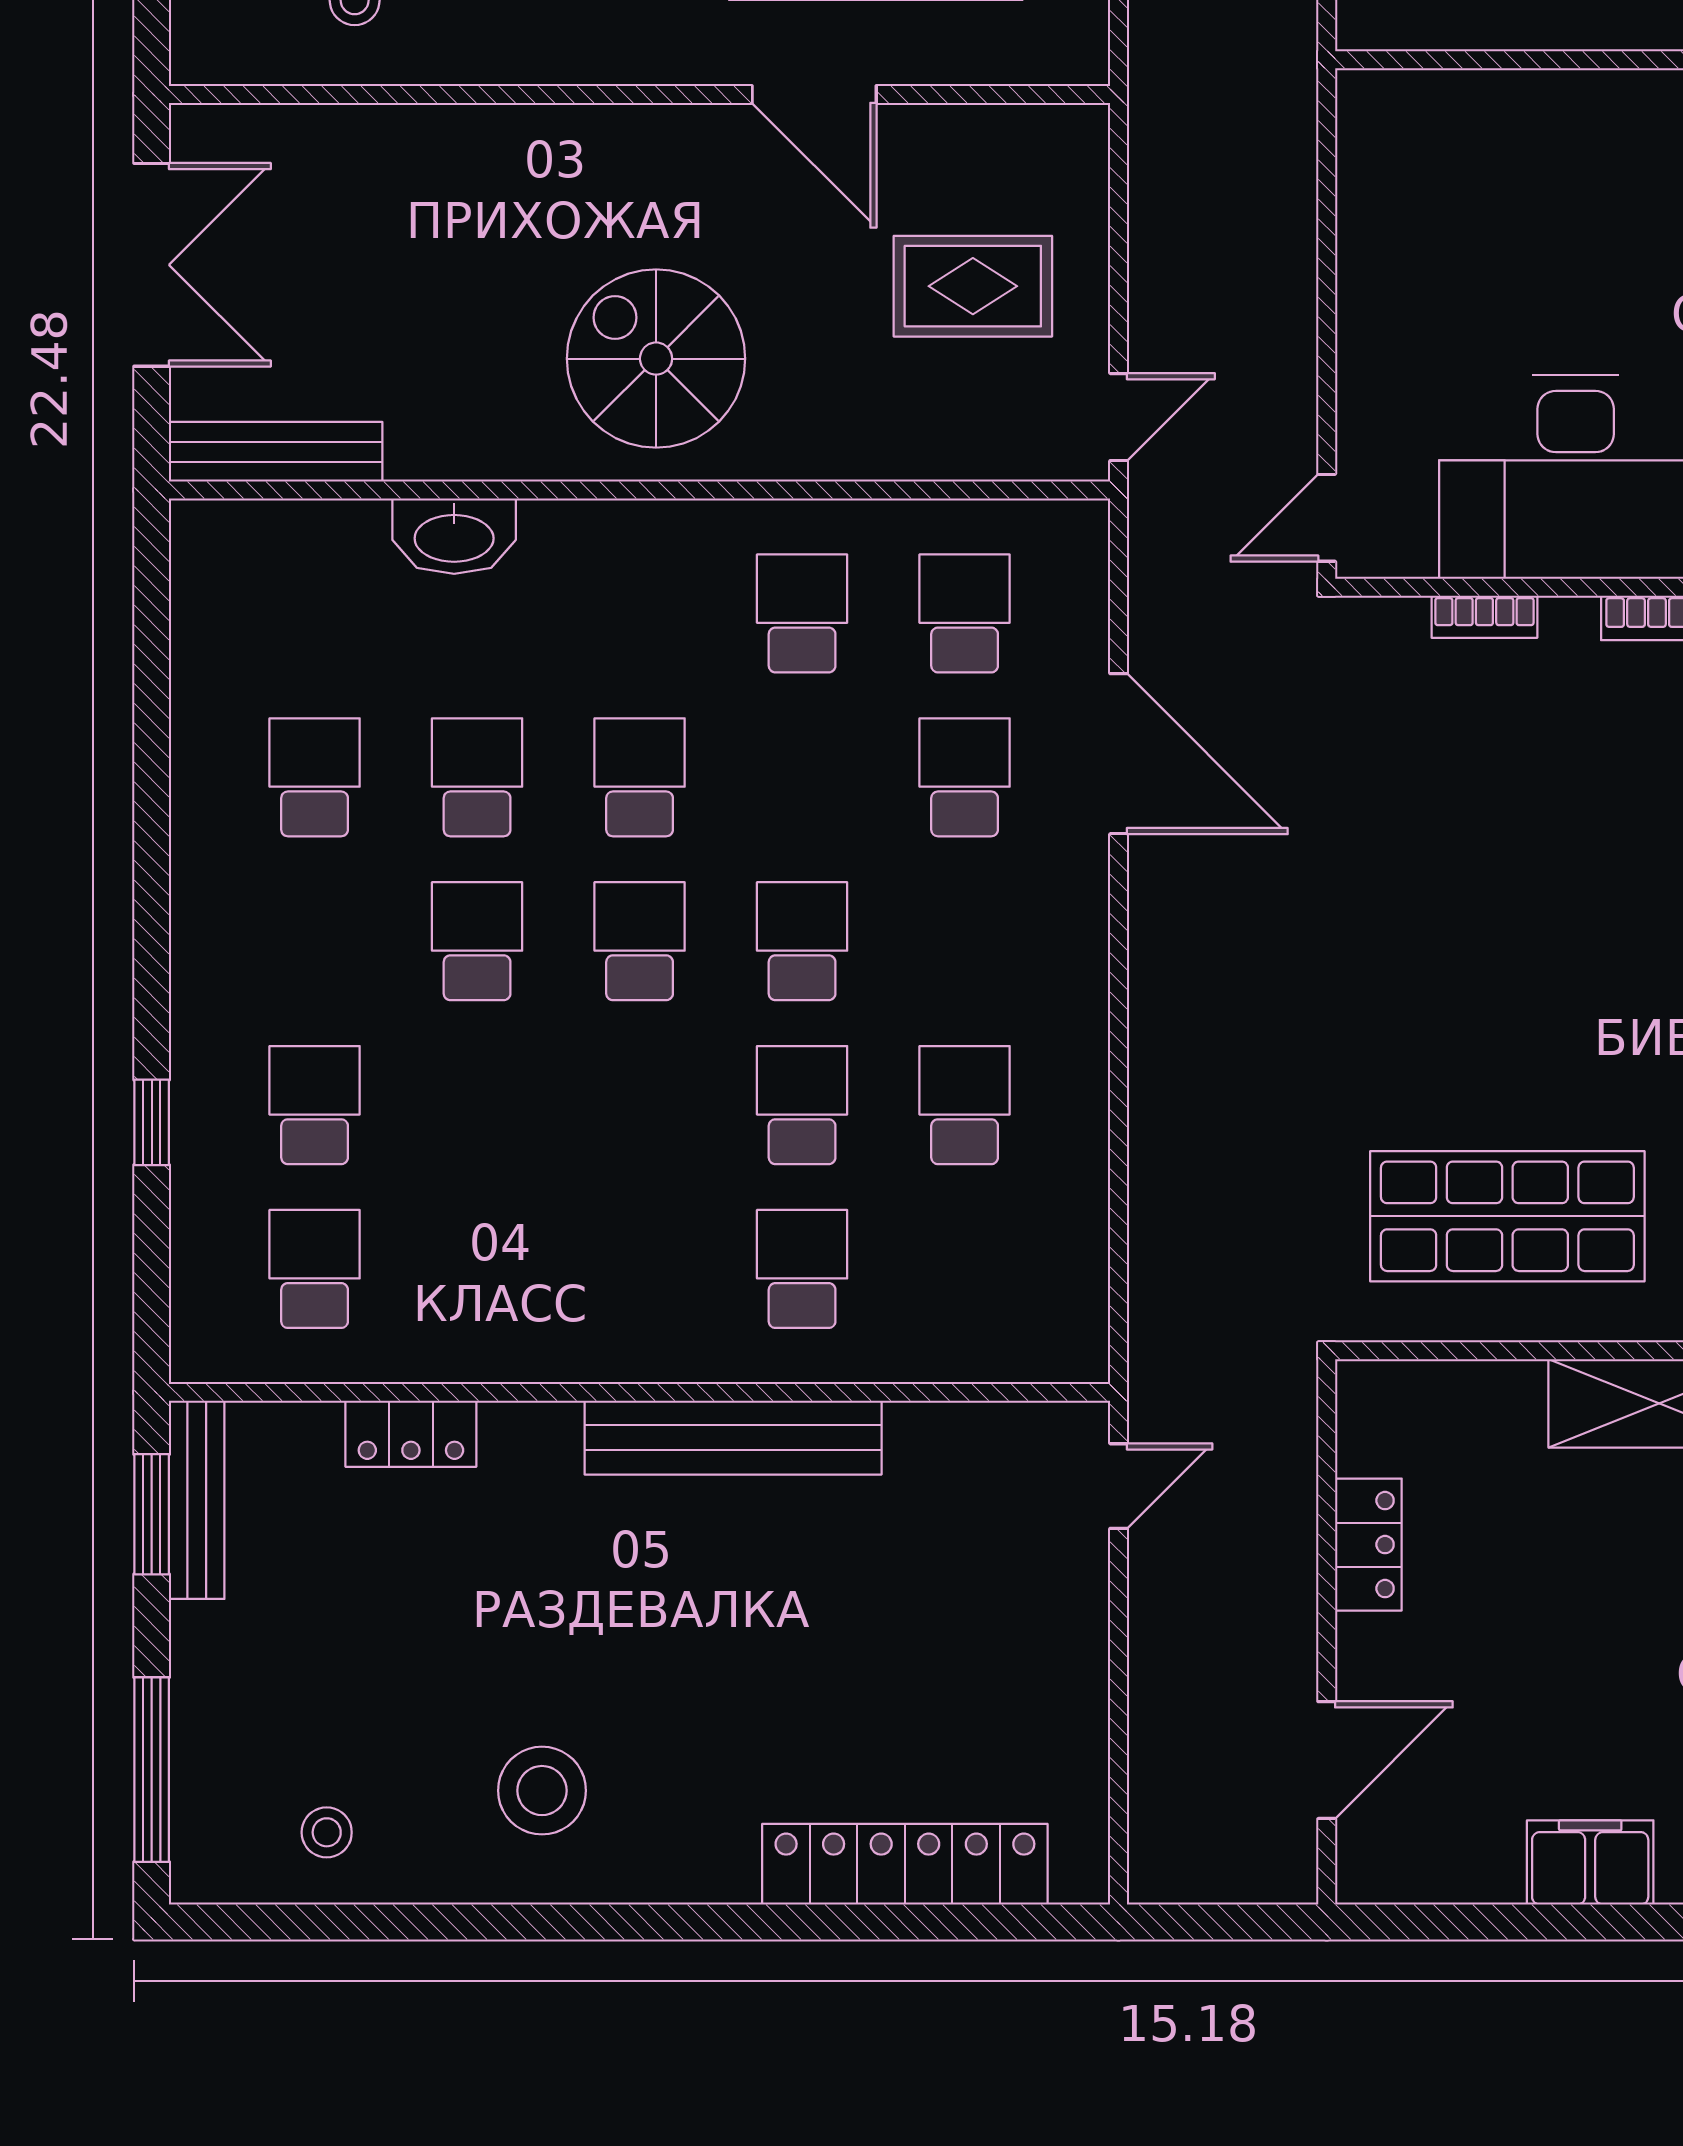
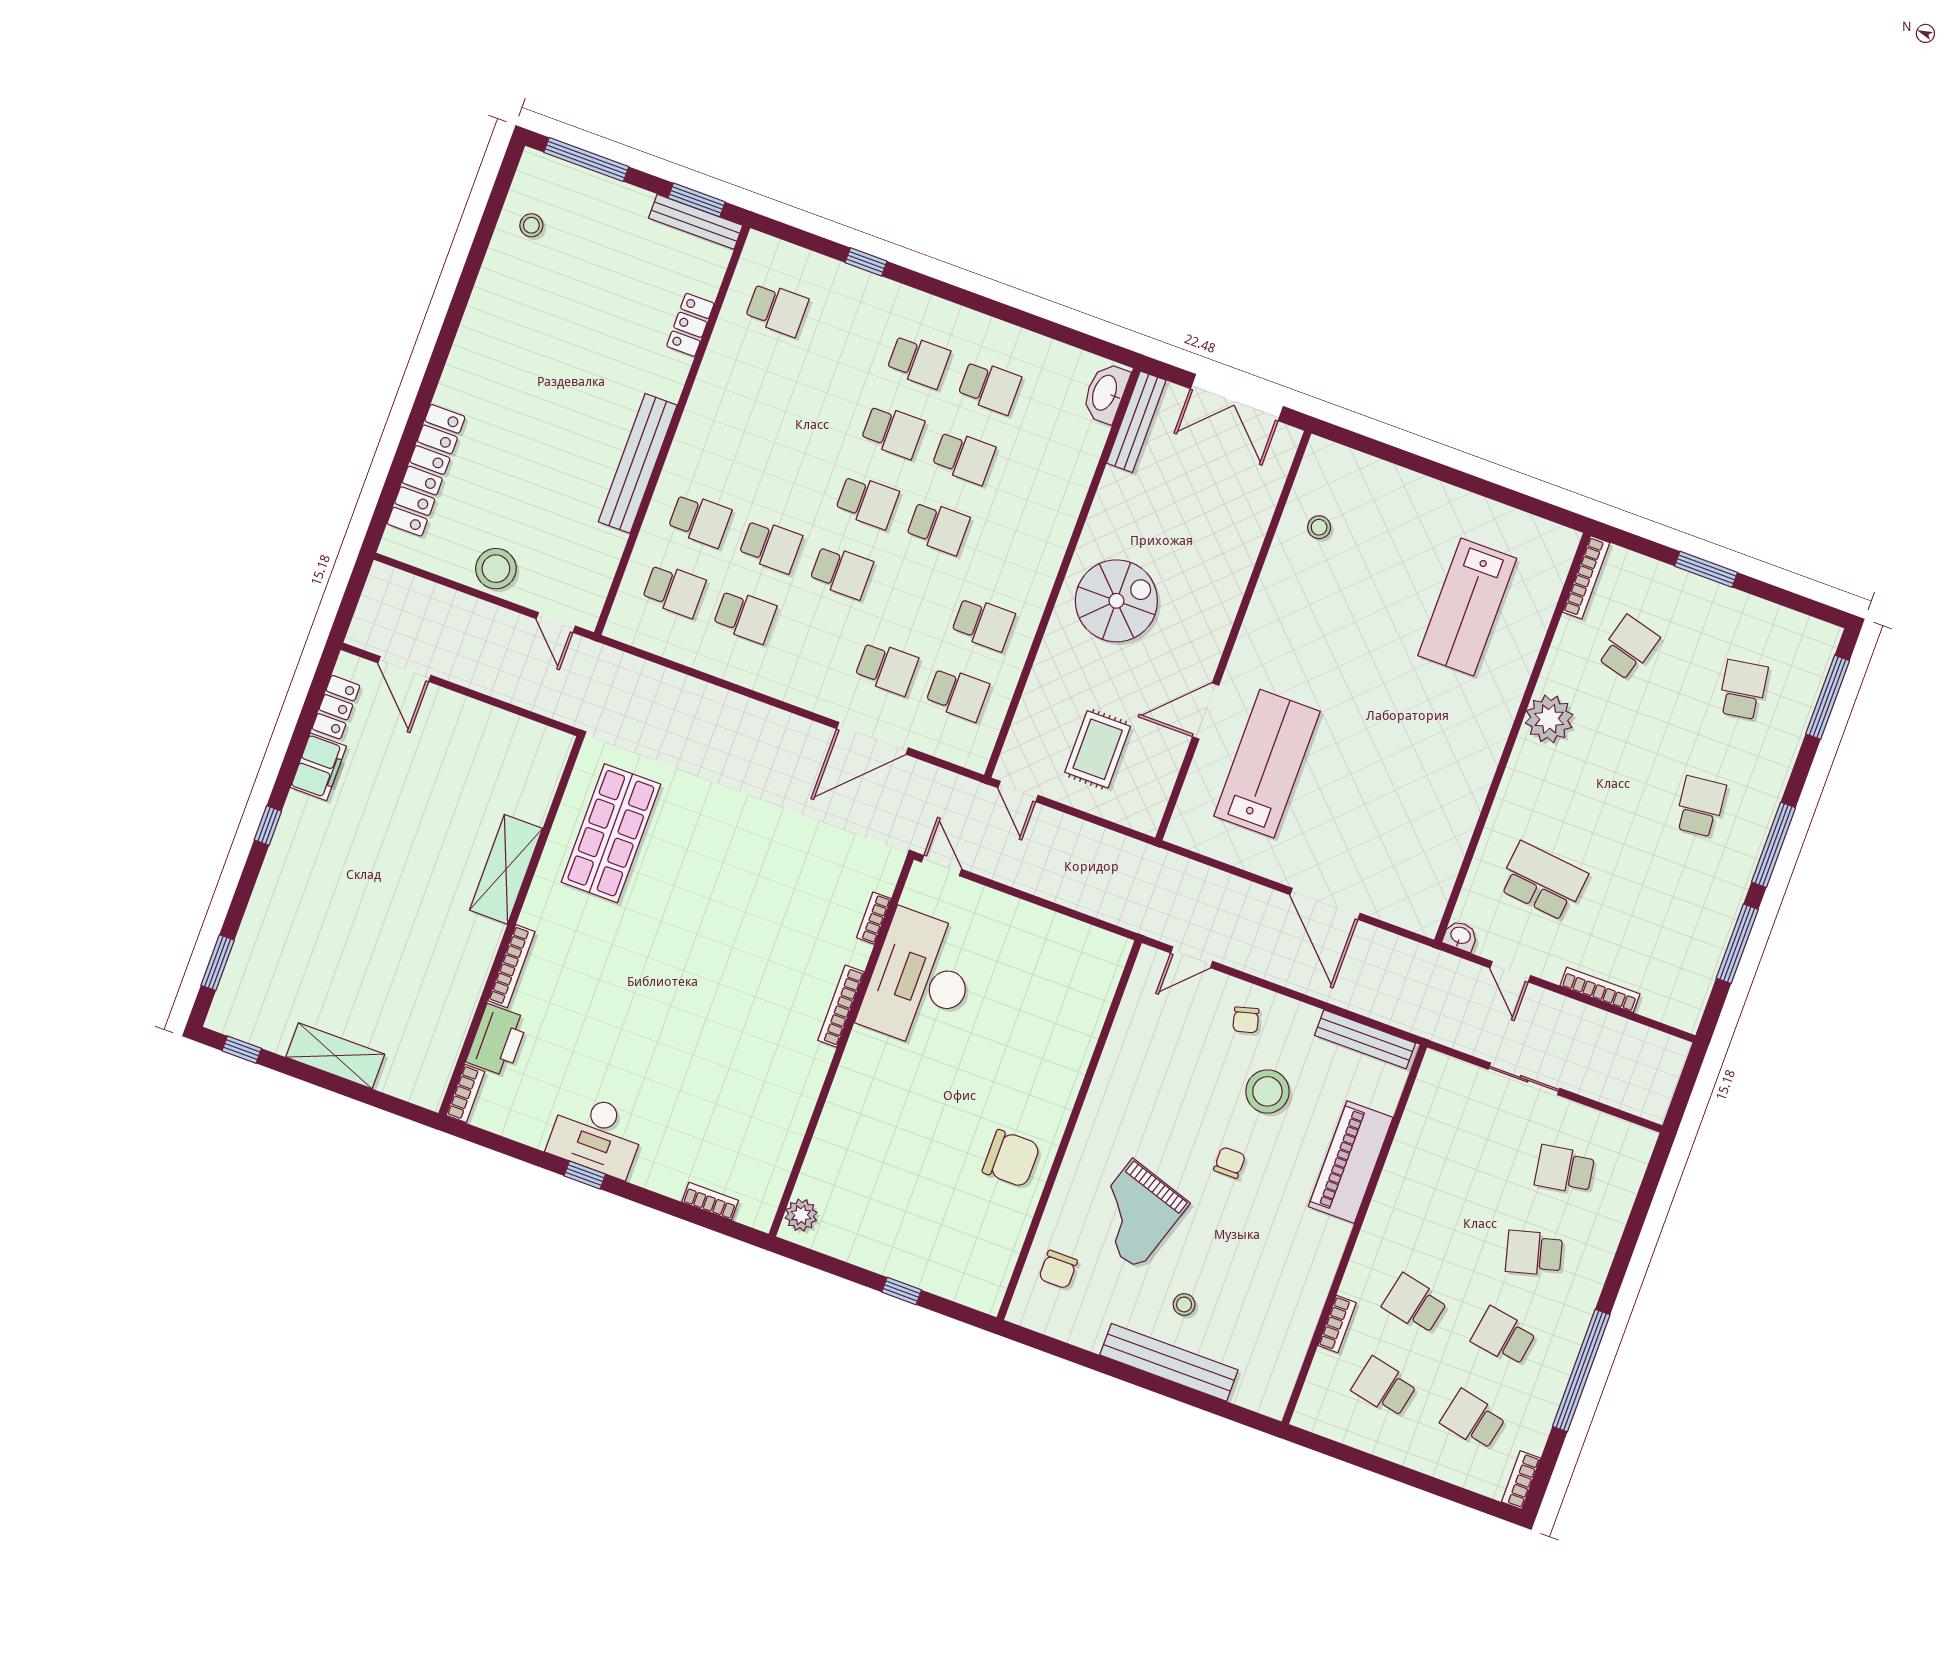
washbasin: (454, 536) -> (1105, 393), moved
school desk: (315, 1105) -> (919, 361), moved
school desk: (965, 1269) -> (674, 590), added
locker: (1368, 1545) -> (336, 707), moved, turned -90
stool: (542, 1791) -> (496, 569), moved

